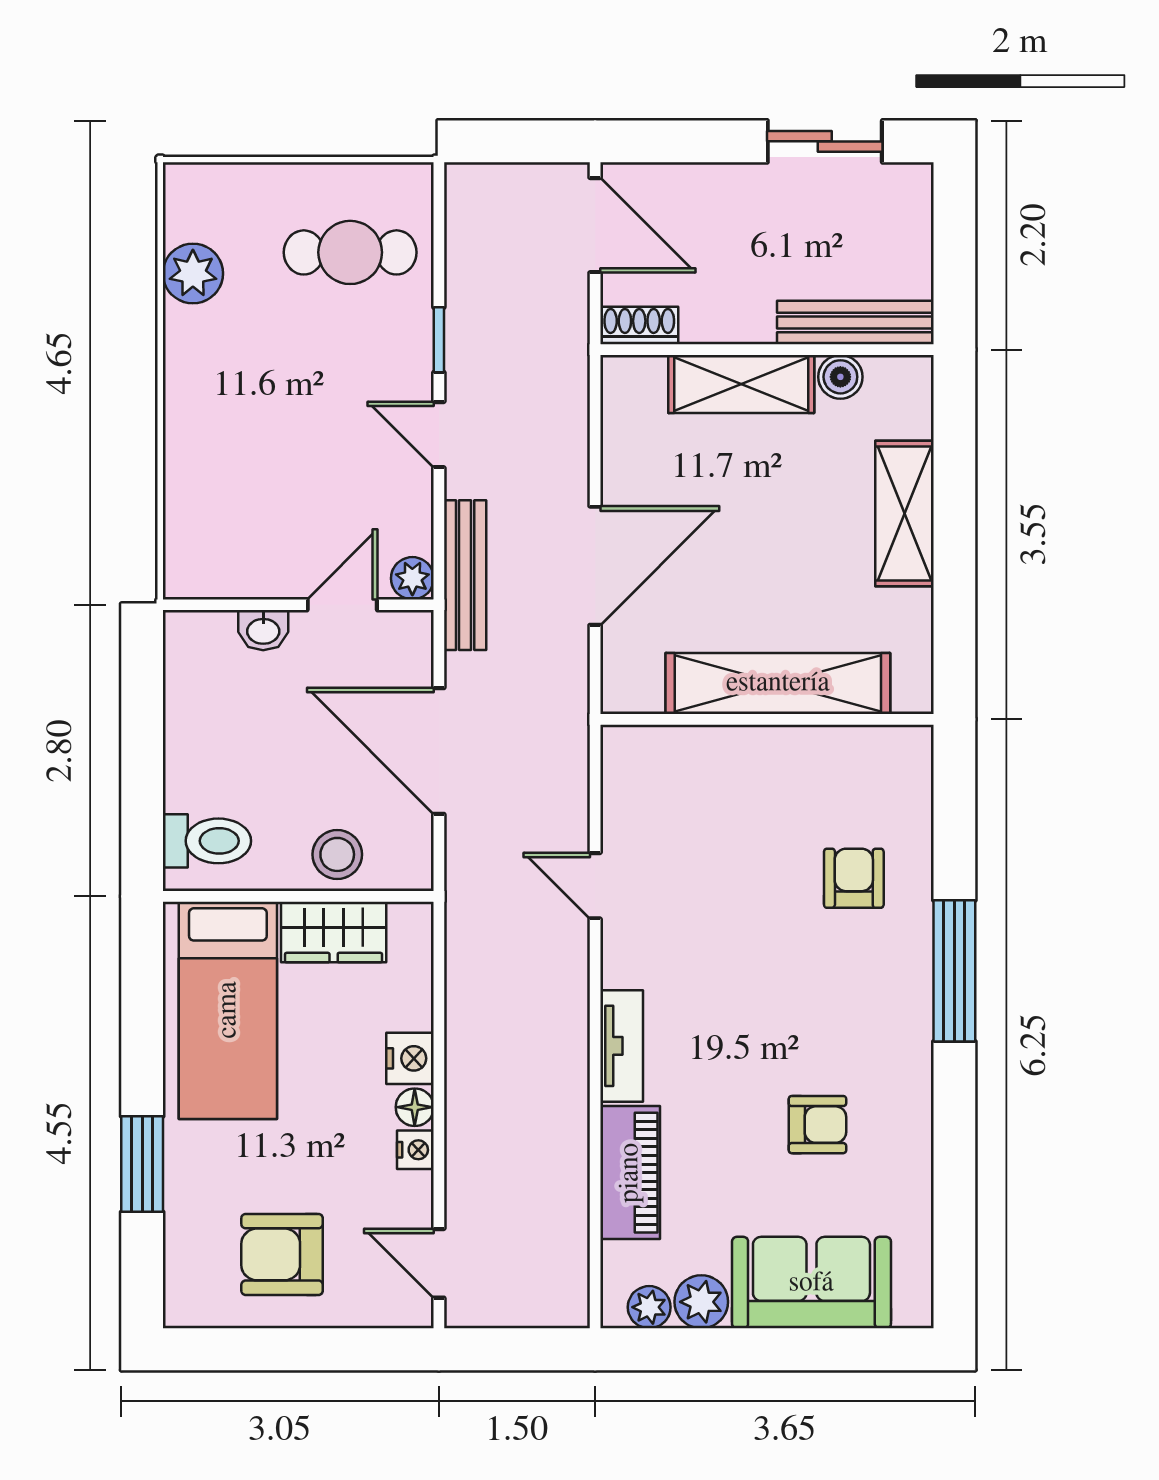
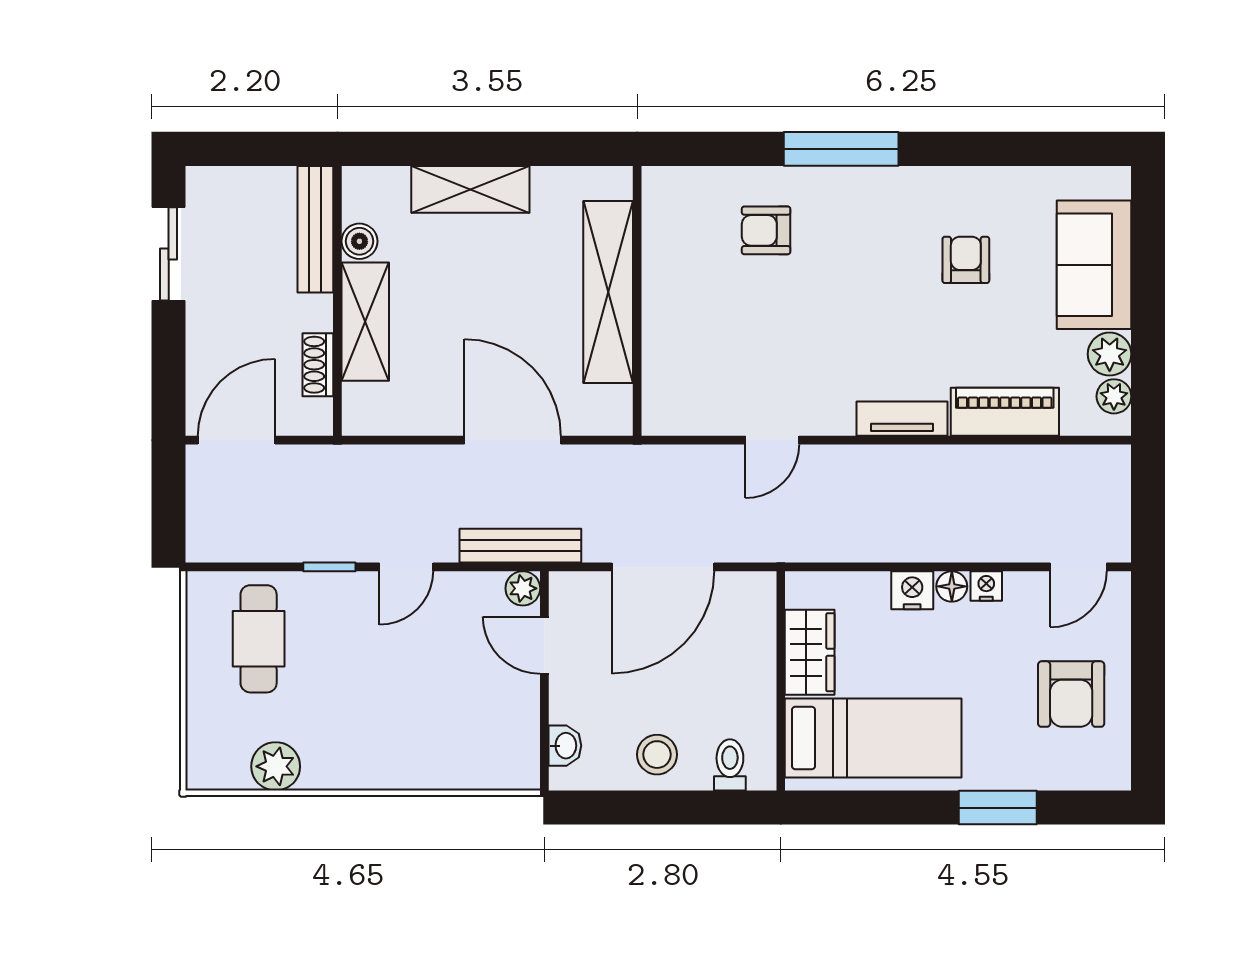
shoe rack: (639, 326) -> (318, 365), moved
washbasin: (263, 630) -> (565, 746), moved
toilet: (207, 841) -> (730, 765), width x0.73, depth x0.72
stool: (337, 854) -> (657, 755), moved

